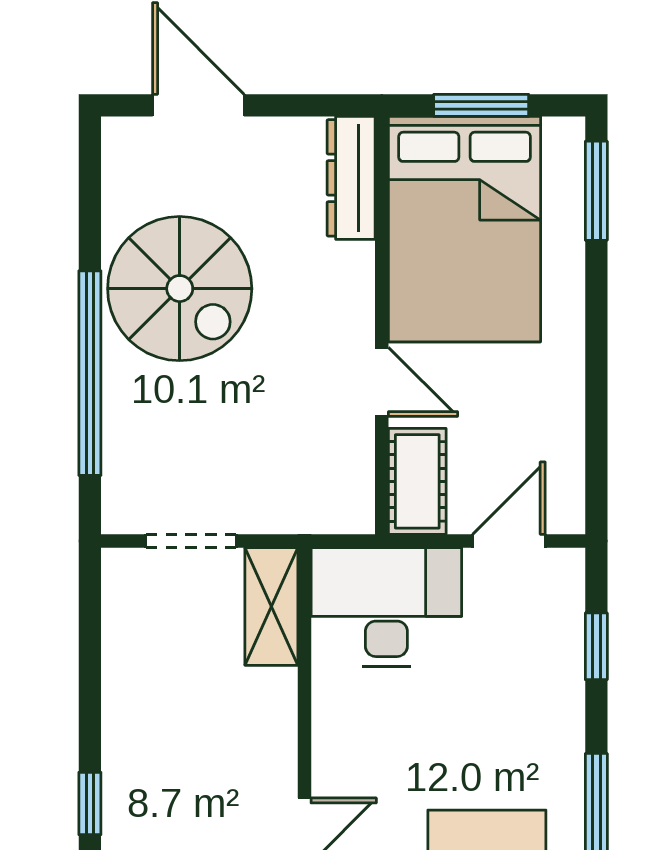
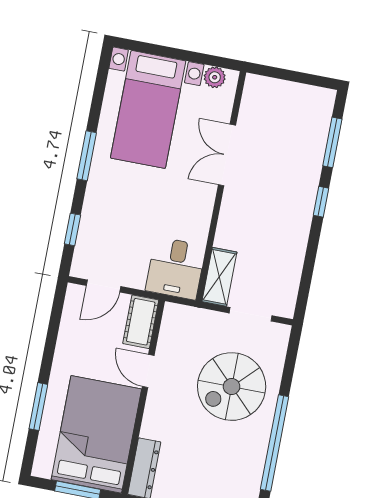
window: (596, 191) -> (38, 407), moved
spiral stairs: (180, 289) -> (232, 387), moved, turned -90
window: (90, 373) -> (275, 443), moved
desk: (386, 607) -> (176, 268), width x0.73

